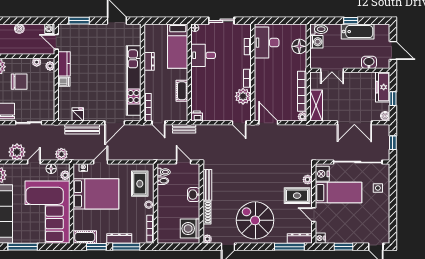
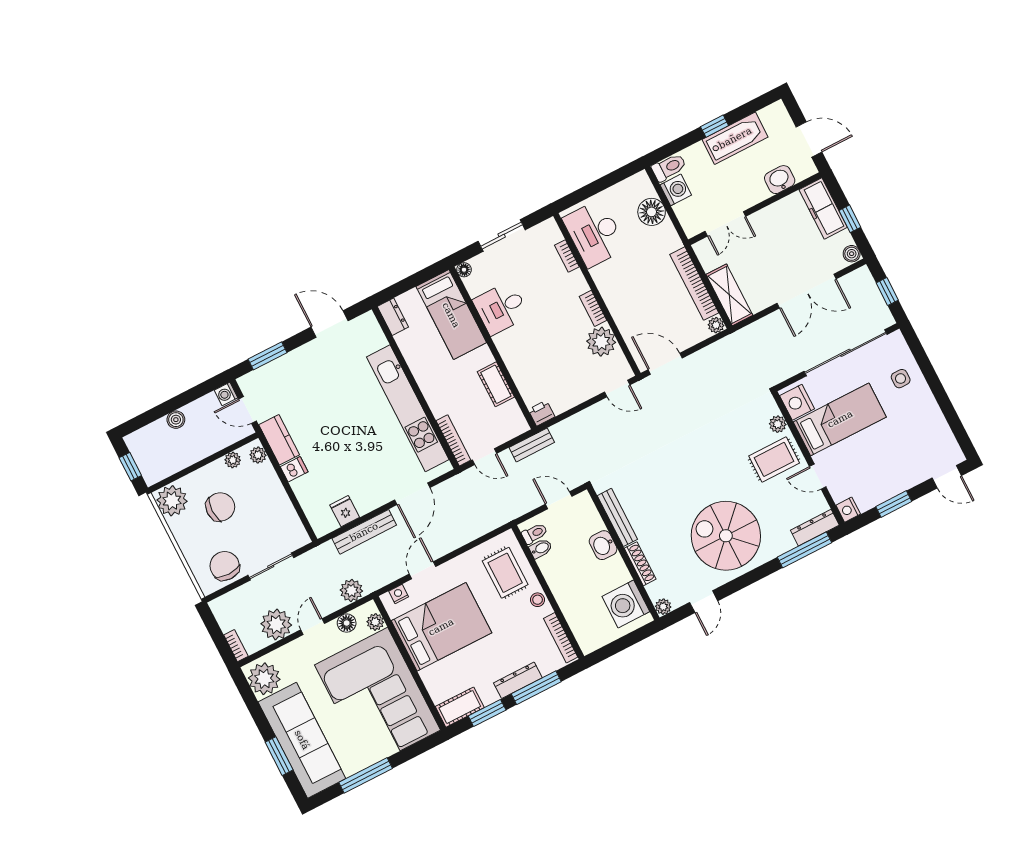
dresser: (149, 61) -> (393, 317), moved

